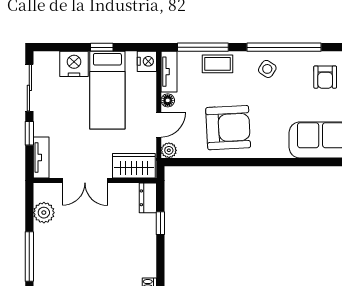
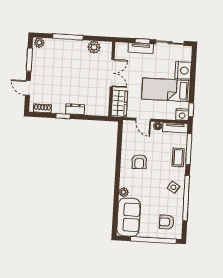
window: (102, 47) -> (191, 110), moved
armchair: (228, 128) -> (139, 162), width x0.53, depth x0.53
plant: (169, 150) -> (124, 192), moved
tv unit: (41, 157) -> (141, 48), moved
double door: (85, 180) -> (112, 73), swing flipped
dresser: (148, 198) -> (75, 109), moved
window: (160, 223) -> (63, 116), moved

